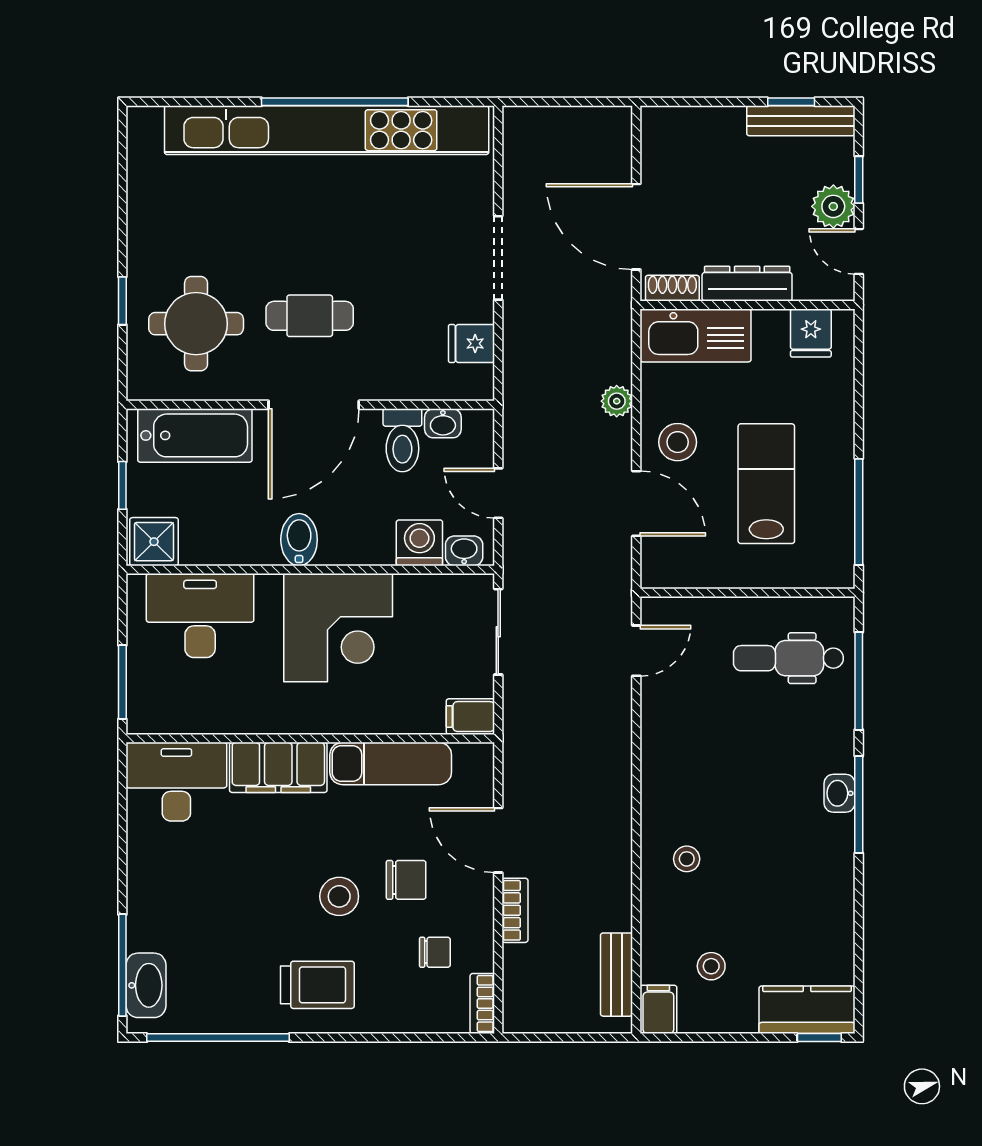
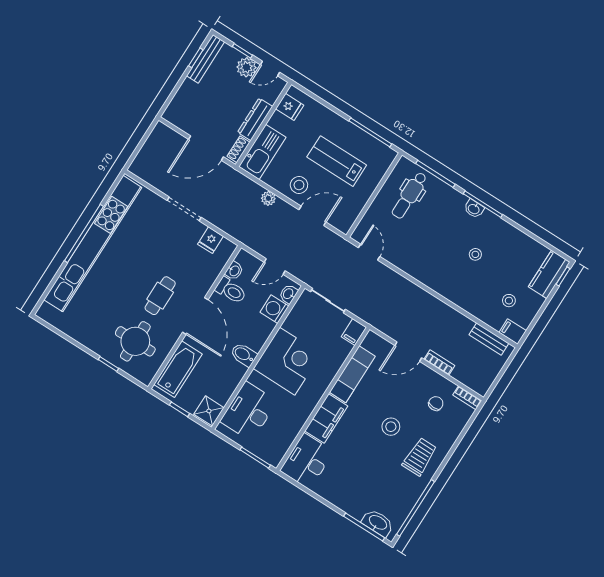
stool: (687, 859) -> (475, 254), moved
chair: (406, 880) -> (401, 397), removed

